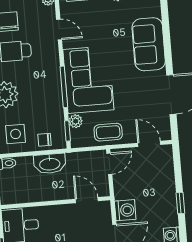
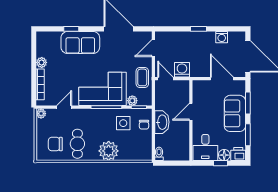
window: (166, 30) -> (71, 29), added
side table: (16, 134) -> (123, 123), moved
door: (87, 200) -> (191, 112), moved
washing machine: (125, 210) -> (182, 70), moved

